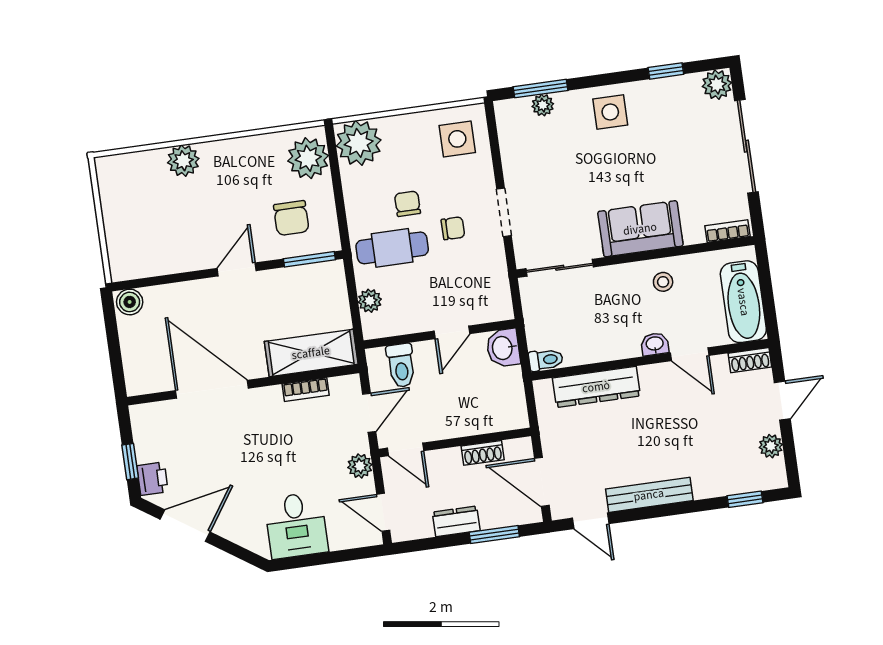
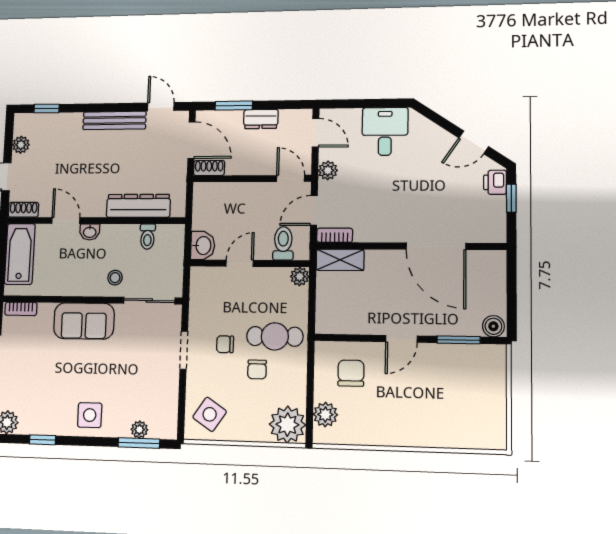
side table: (457, 139) -> (210, 414), turned 34
plant: (308, 158) -> (325, 415), width x0.73, depth x0.73
plant: (183, 161) -> (432, 435), removed
window: (309, 259) -> (459, 340), moved
stool: (663, 282) -> (115, 278), moved
plant: (370, 301) -> (300, 276), moved
shelving: (311, 353) -> (340, 260), width x0.67, depth x0.75
toilet: (546, 360) -> (148, 237), moved, turned -90
bookcase: (306, 390) -> (335, 235), moved
shoe rack: (483, 453) -> (209, 168), moved
door: (185, 526) -> (474, 142), width x0.73

